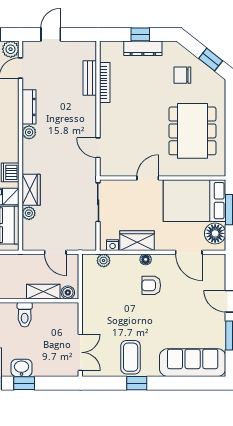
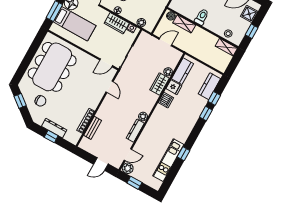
dining table: (192, 131) -> (52, 67), width x1.36, depth x1.24
door: (148, 178) -> (106, 63), moved
bed: (195, 201) -> (75, 24), width x0.67
door: (55, 252) -> (165, 42), hinge flipped

